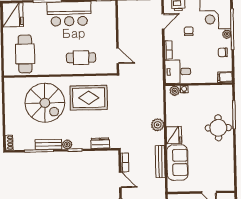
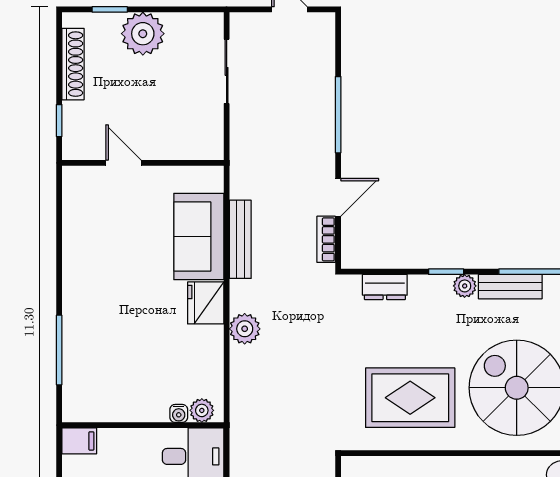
round table: (218, 128) -> (98, 318), removed
door: (120, 180) -> (338, 197), swing flipped

